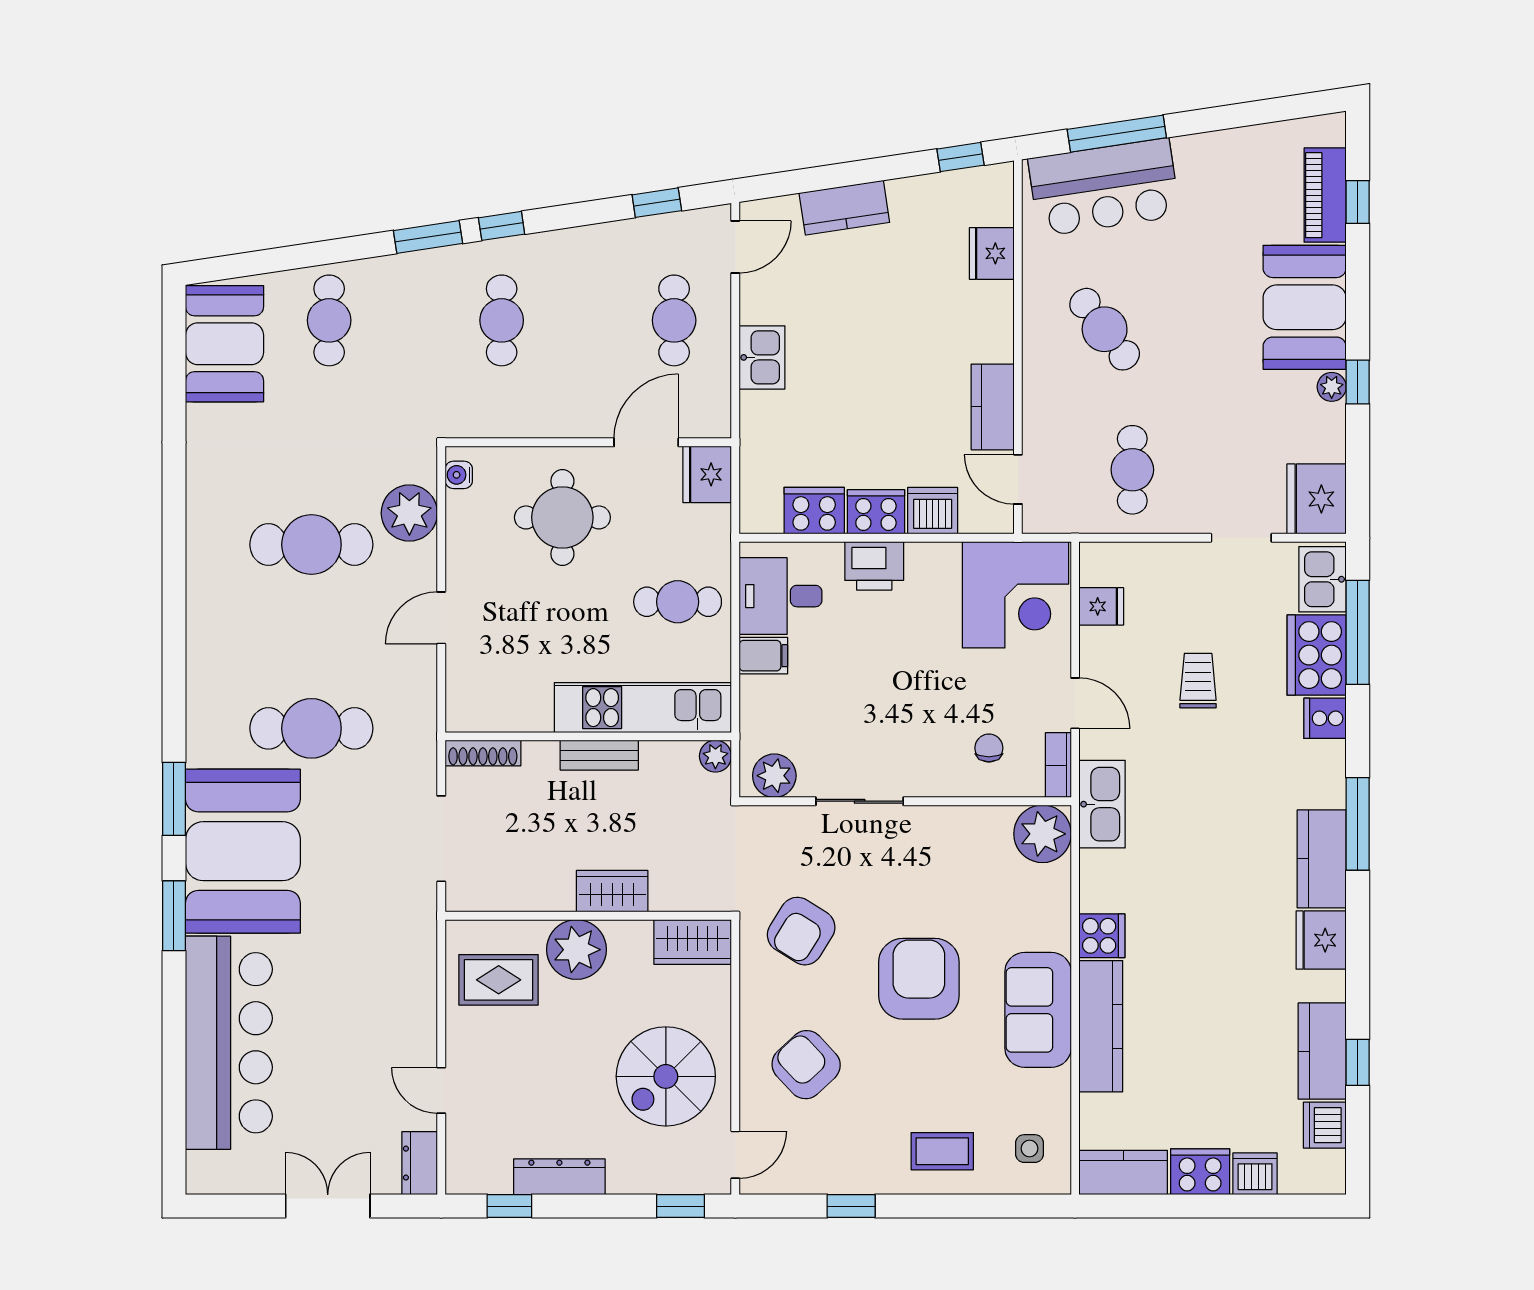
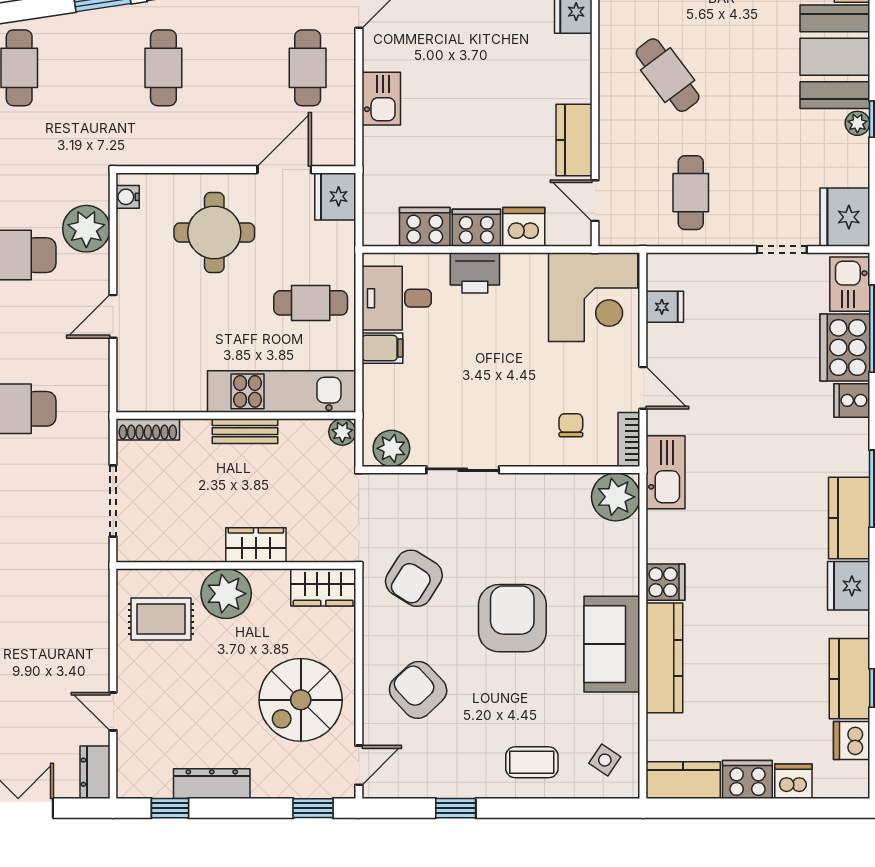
trolley: (1198, 681) -> (746, 369), removed
side table: (1030, 1149) -> (605, 760), turned 34

